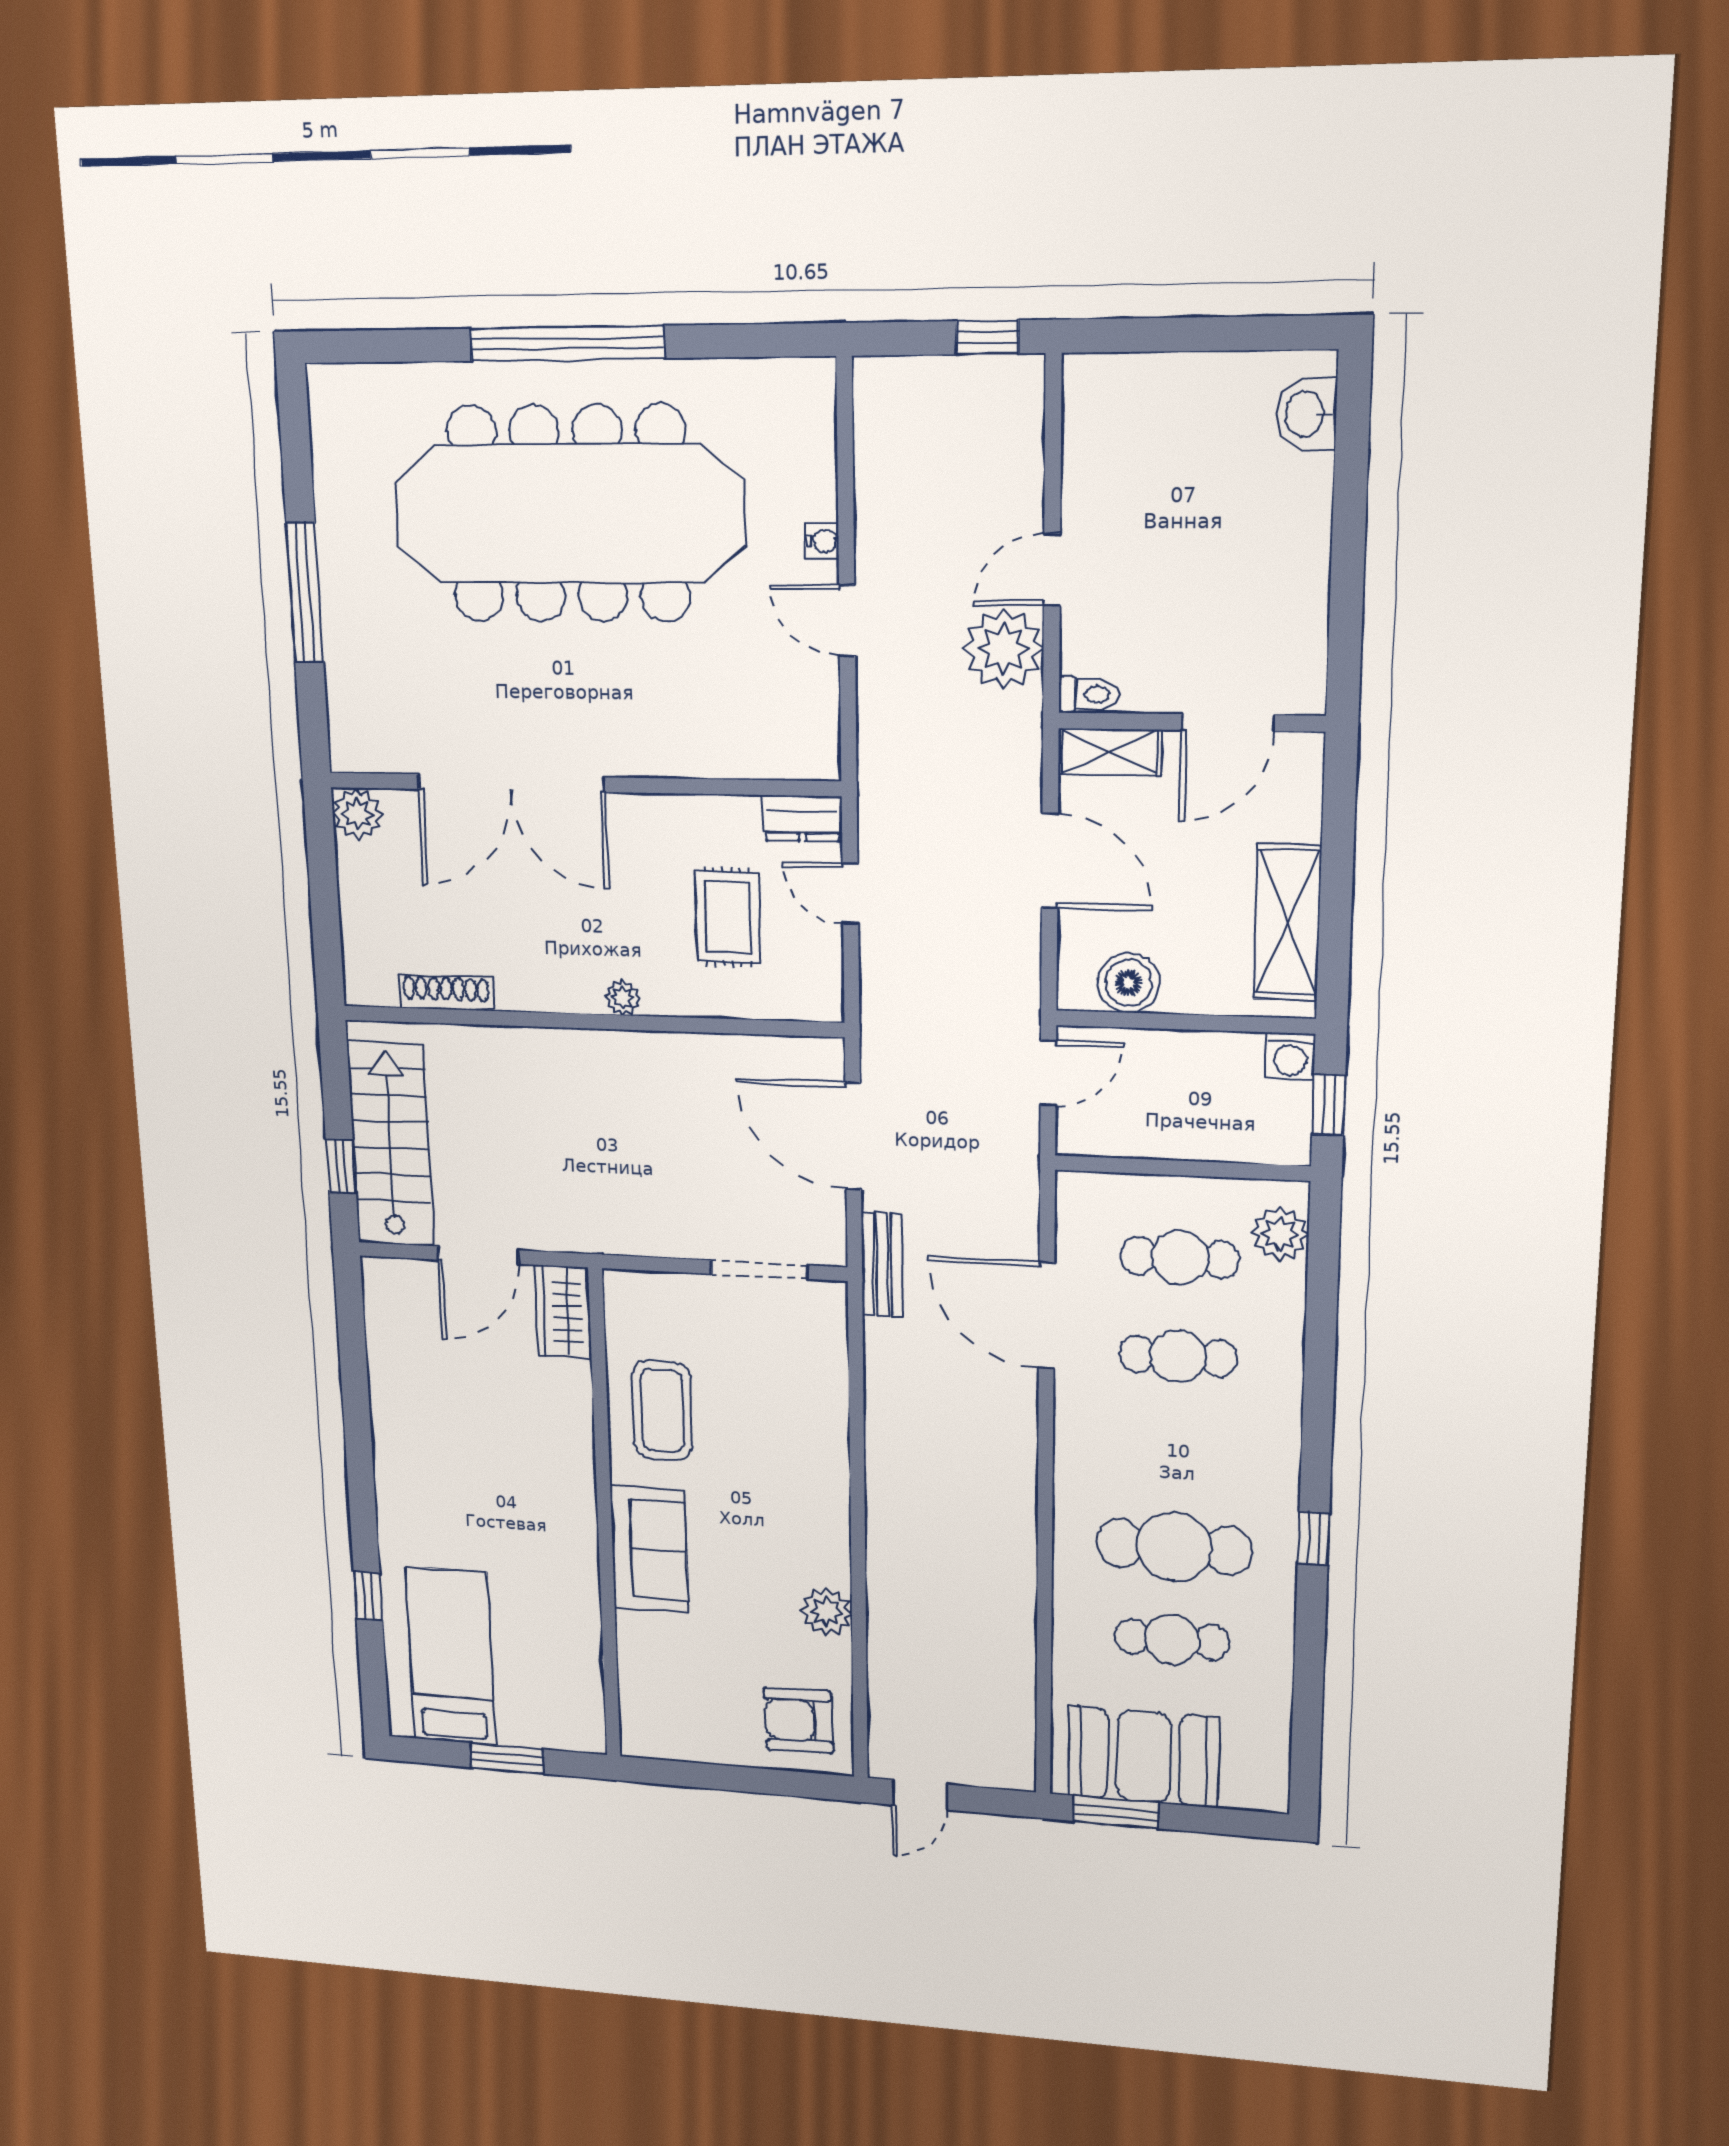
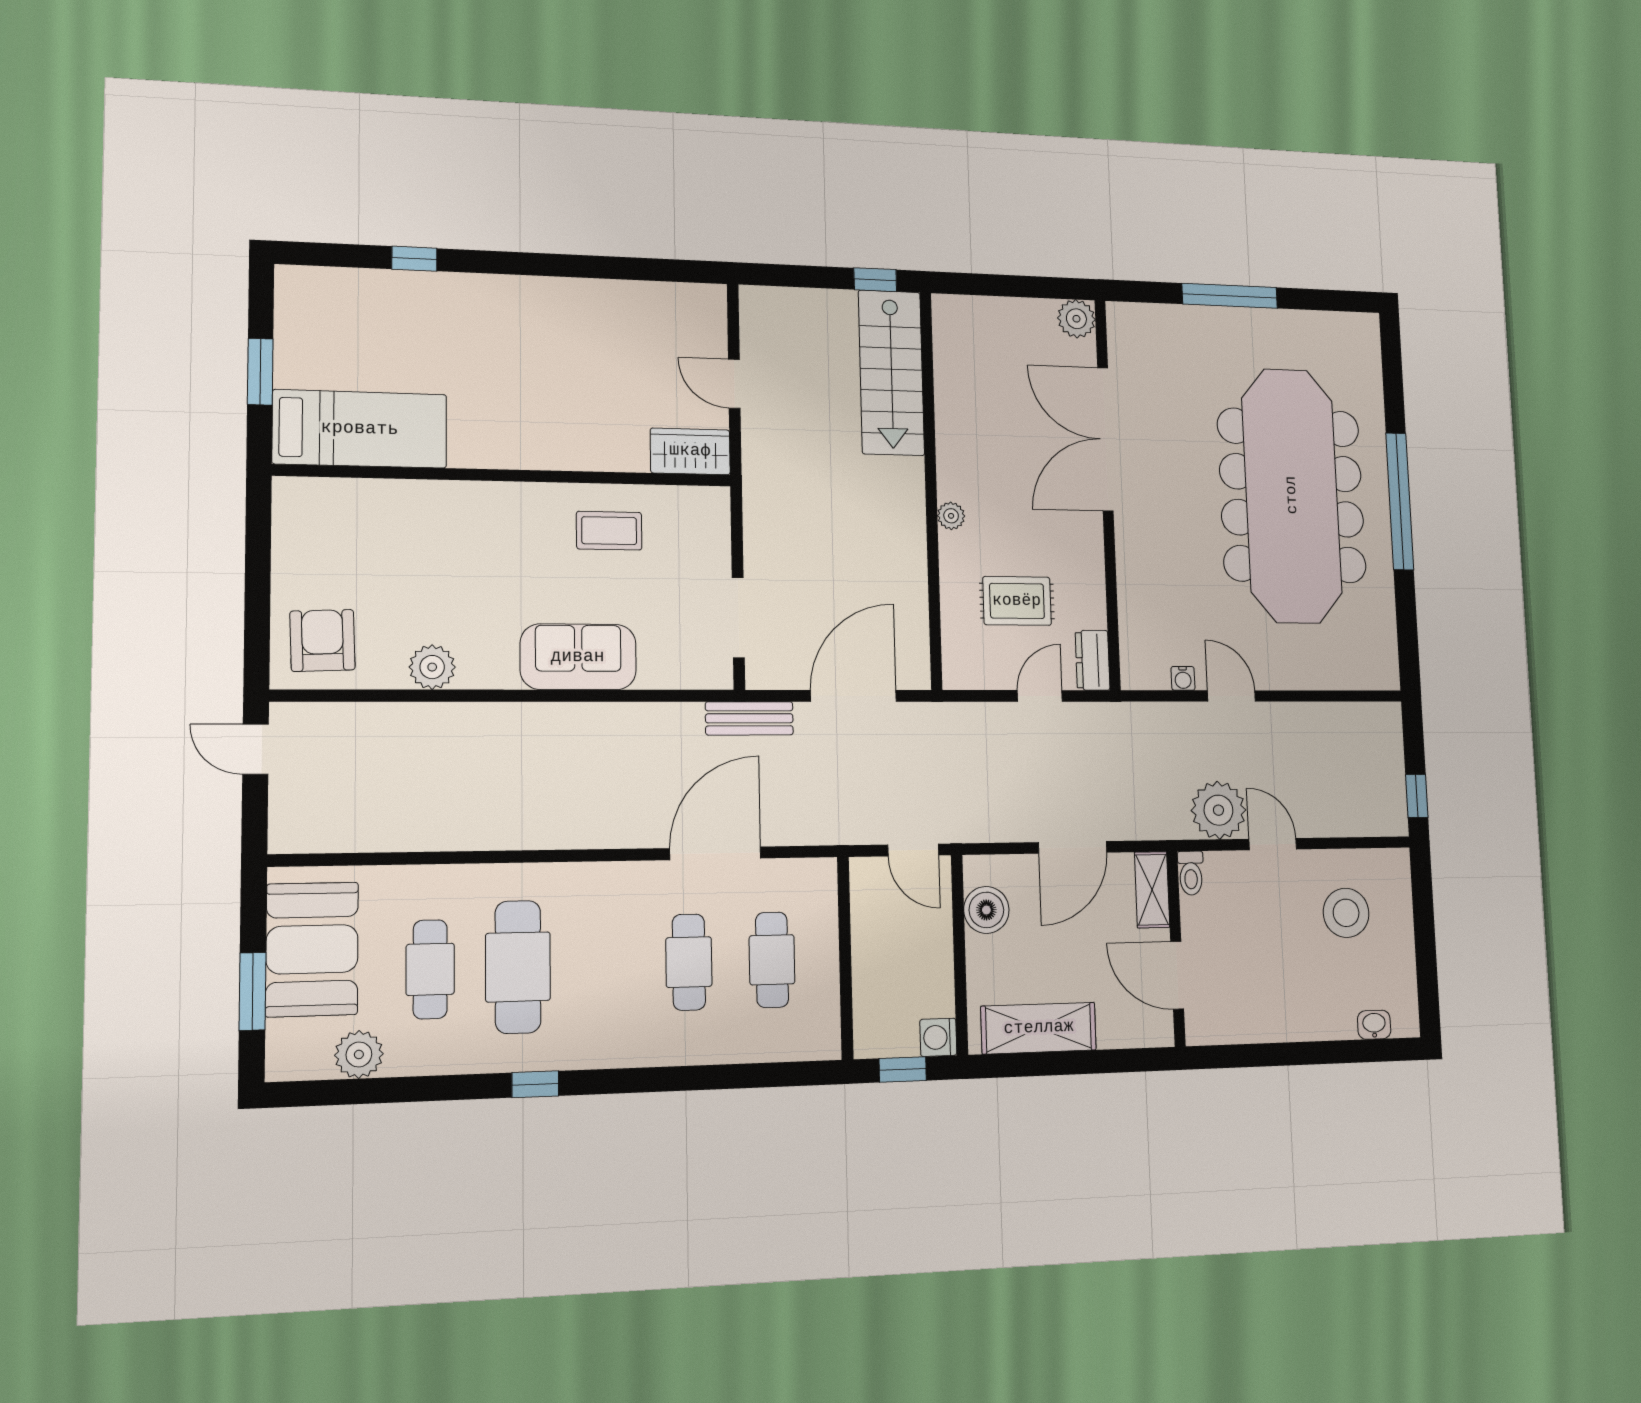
washbasin: (1306, 414) -> (1374, 1025), width x0.72, depth x0.69
stool: (1152, 460) -> (1346, 913), added
water cooler: (822, 541) -> (1183, 678), moved
door: (847, 621) -> (1231, 696), hinge flipped
shoe rack: (446, 993) -> (946, 376), removed
stairs: (390, 1144) -> (891, 373), moved, turned 90
window: (341, 1166) -> (875, 280), moved
plant: (1280, 1234) -> (359, 1054), moved
door: (478, 1255) -> (734, 384), width x0.73
coffee table: (662, 1410) -> (609, 531), width x0.73, depth x0.77
sofa: (649, 1549) -> (578, 657), moved, turned 180
bed: (451, 1656) -> (360, 429), moved
window: (1116, 1812) -> (253, 991), moved

